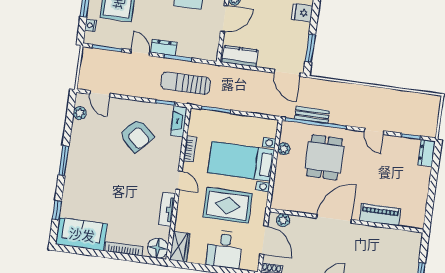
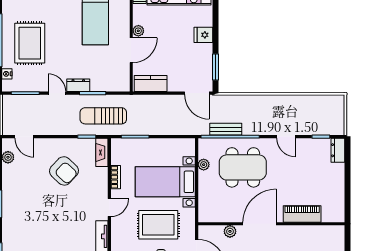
dining table: (324, 157) -> (243, 167), width x1.37
door: (179, 180) -> (109, 208), hinge flipped
plant: (283, 220) -> (230, 231), moved

